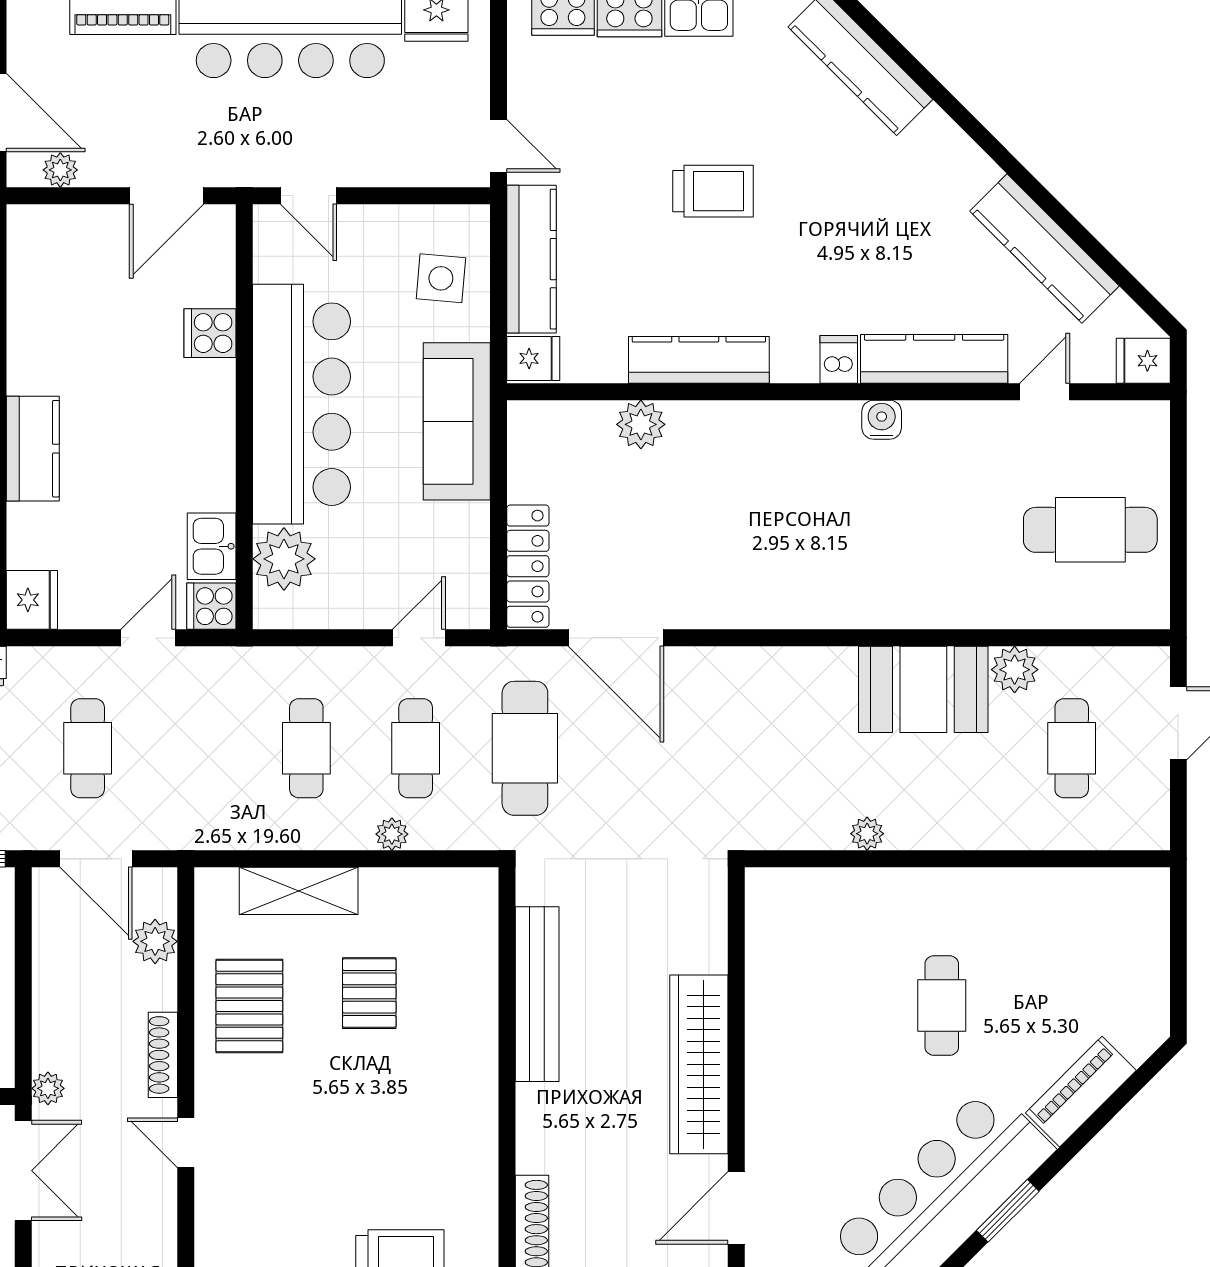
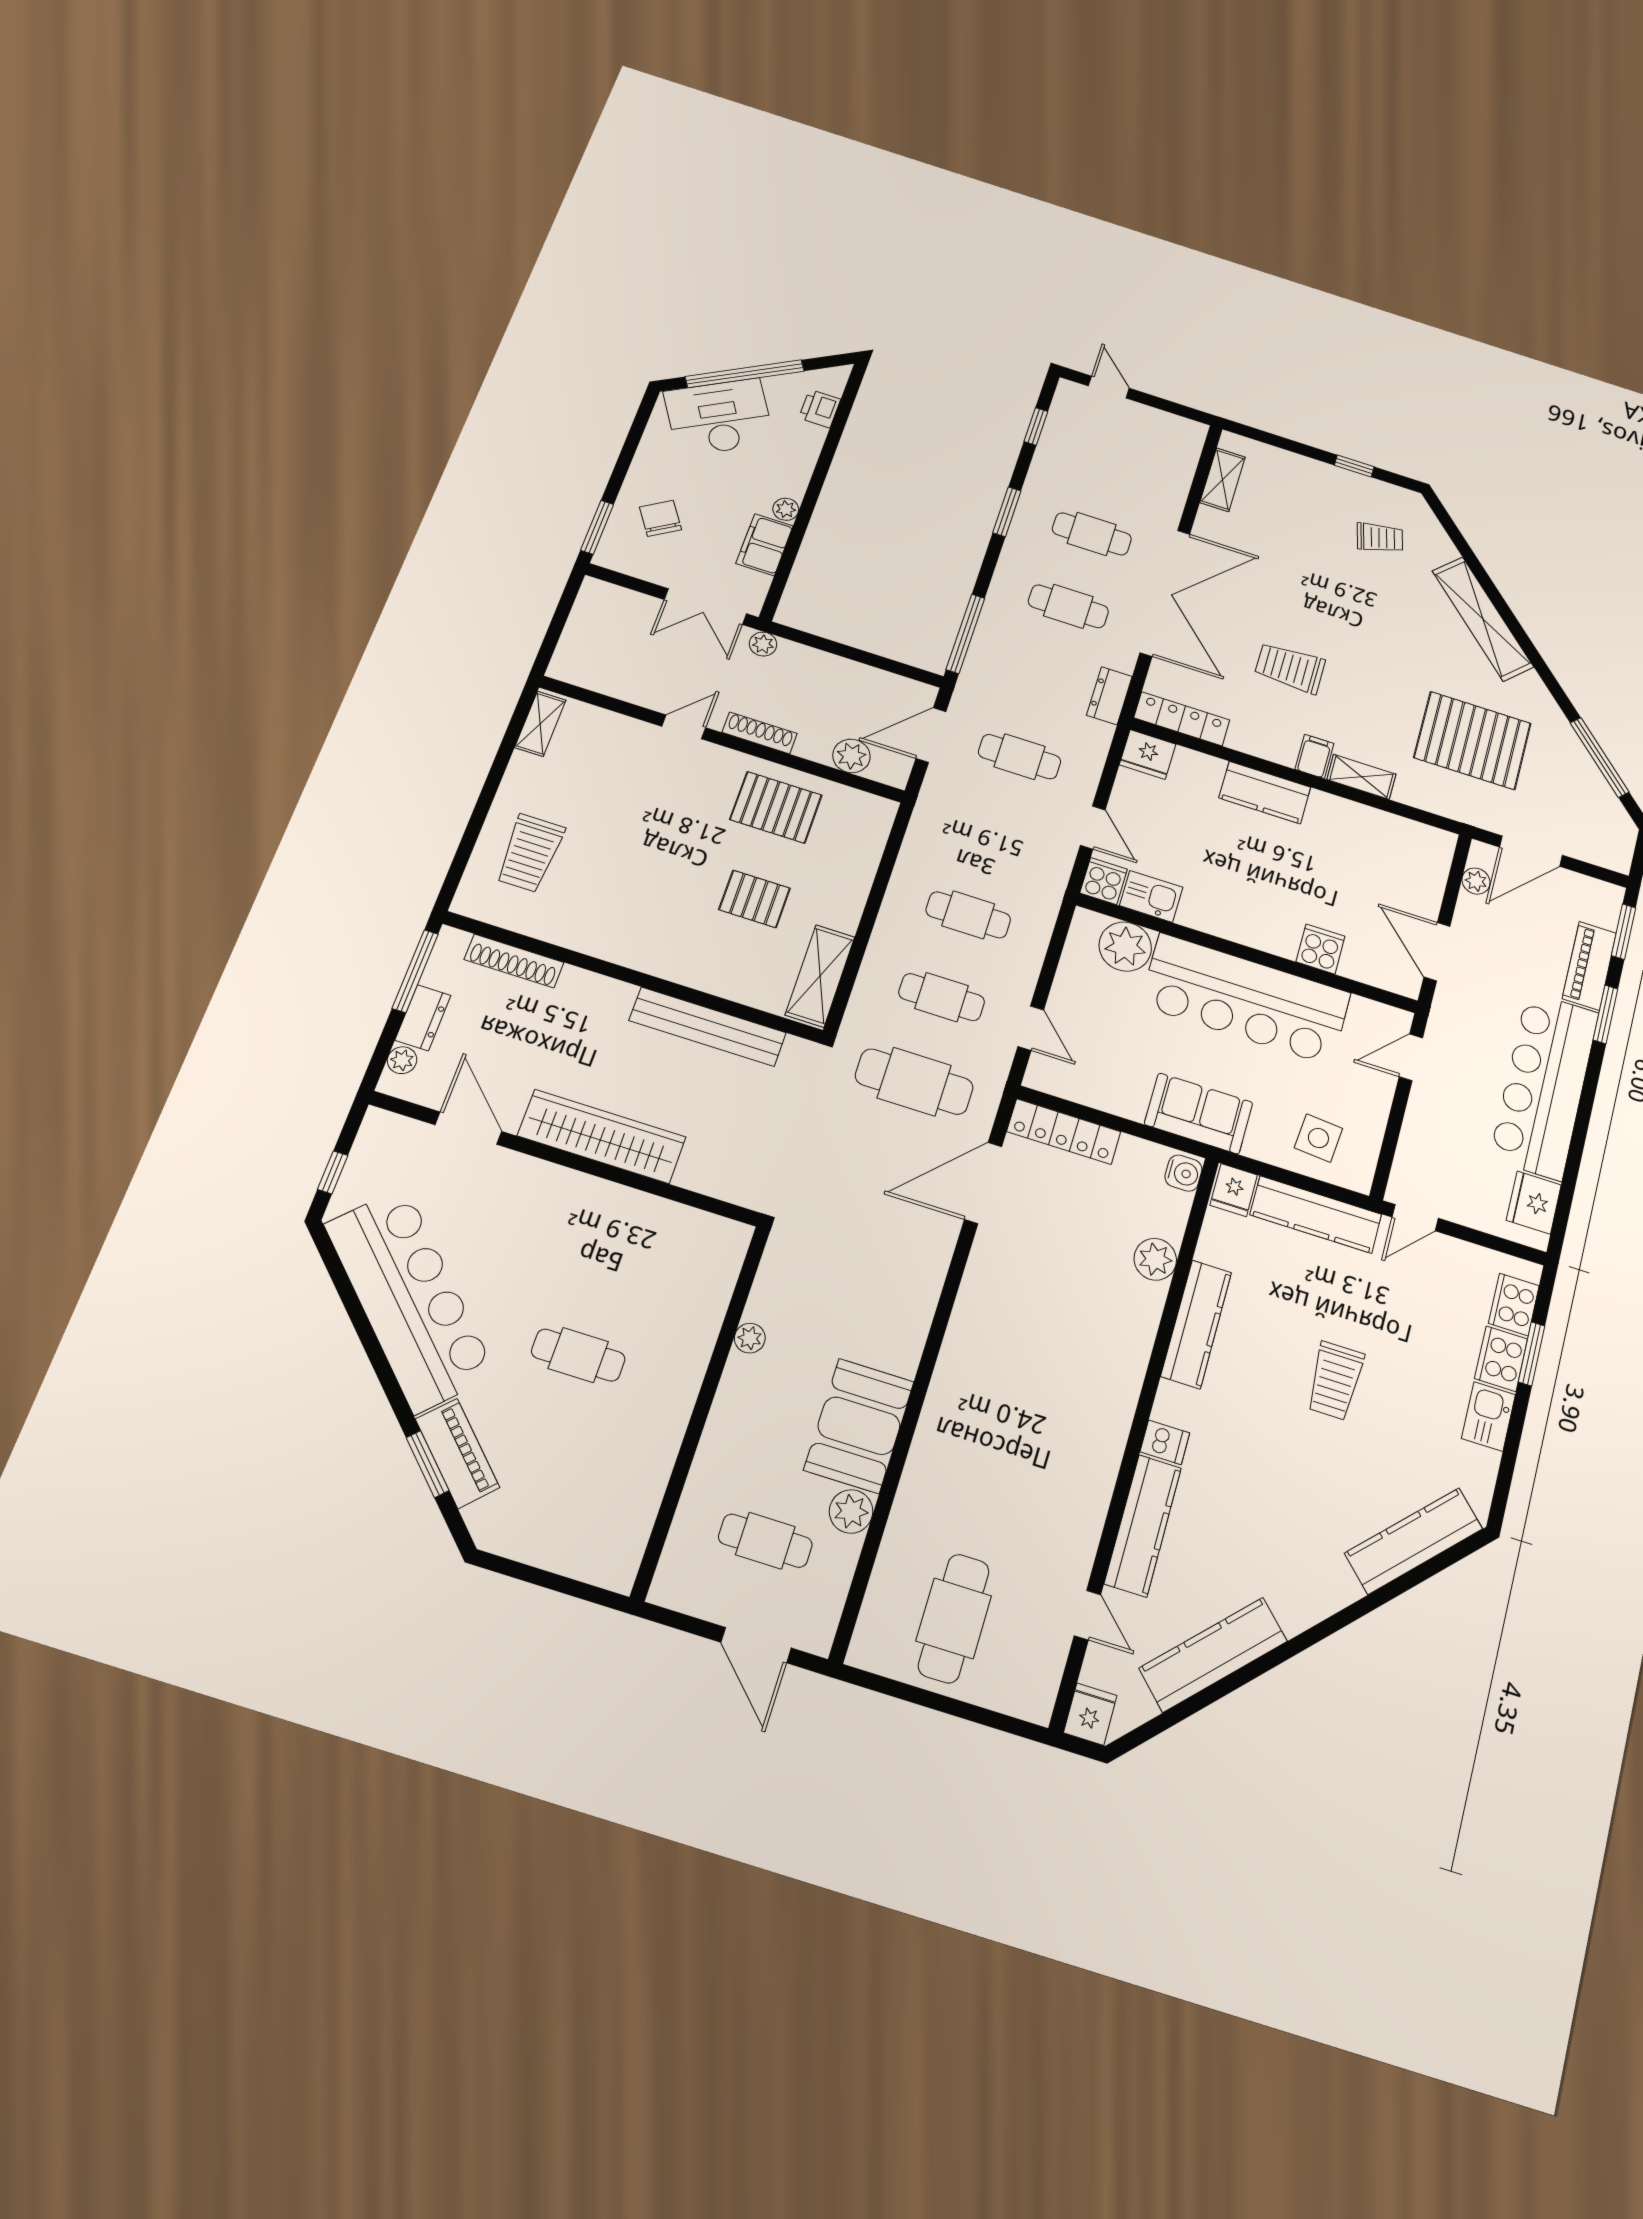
water cooler: (882, 420) -> (1183, 1173), moved
sofa: (457, 421) -> (1199, 1113), width x0.73
plant: (392, 834) -> (878, 957), removed
shelving: (299, 891) -> (820, 976), moved
window: (1008, 1211) -> (428, 1464), moved

